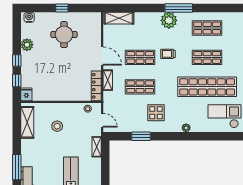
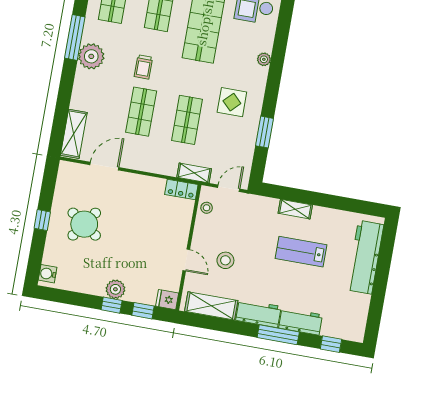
round table: (64, 35) -> (84, 224), turned 35
plant: (27, 45) -> (115, 289), moved
door: (102, 56) -> (104, 166), moved
shelving: (108, 80) -> (194, 173), moved
locker: (96, 86) -> (181, 189), width x0.66
door: (53, 102) -> (186, 260), added
shelving: (97, 147) -> (295, 209), moved
workbench: (28, 152) -> (258, 313), added

